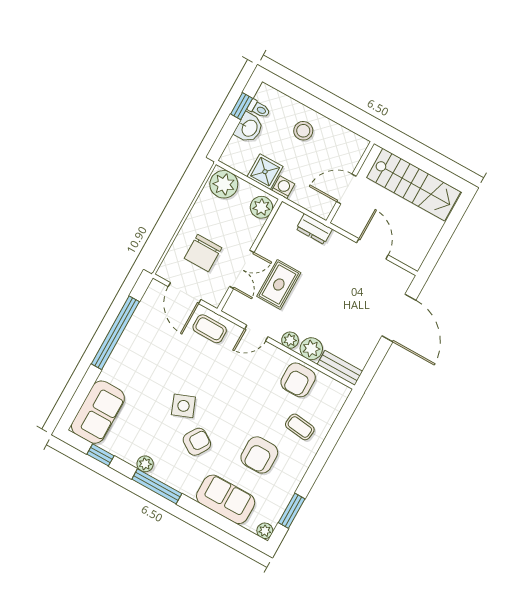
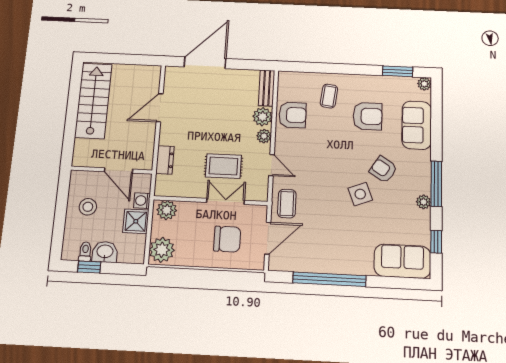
wall: (350, 182) -> (112, 170), moved
door: (346, 189) -> (119, 170), moved

